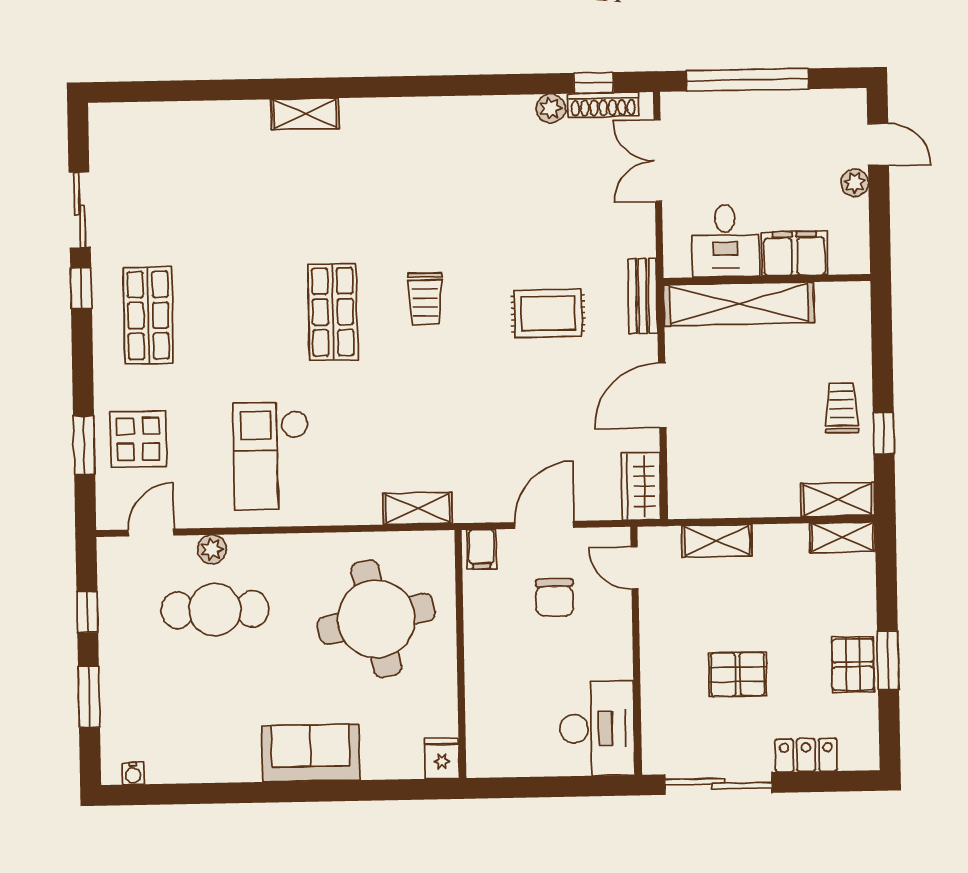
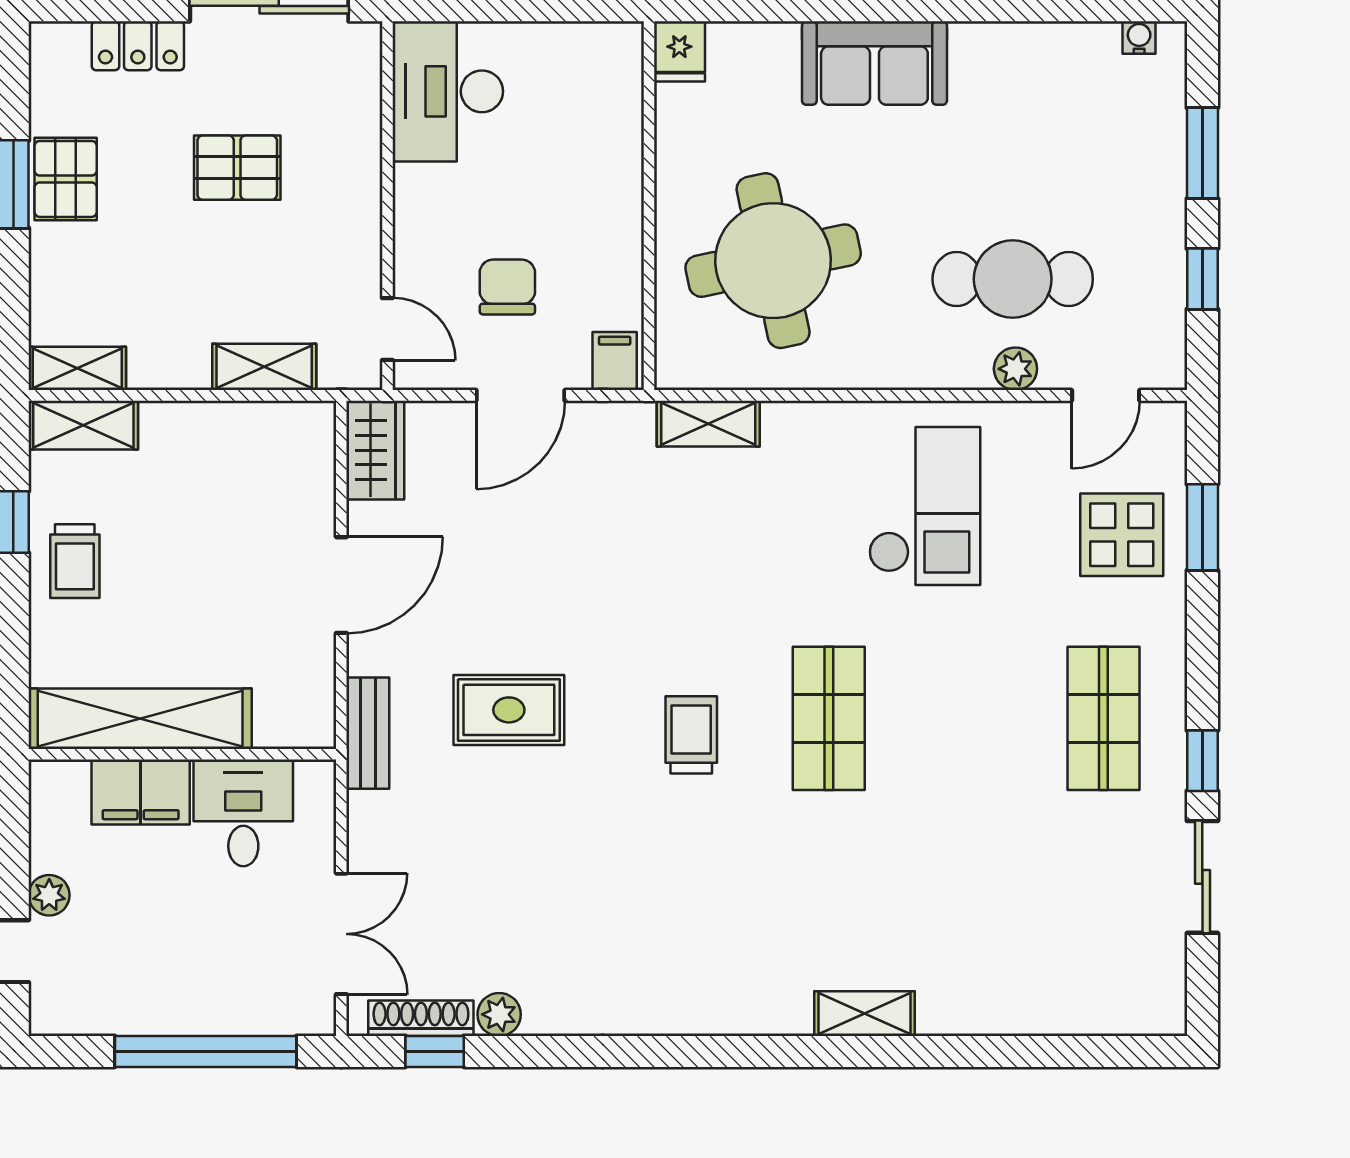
shelving: (739, 304) -> (140, 719), moved

